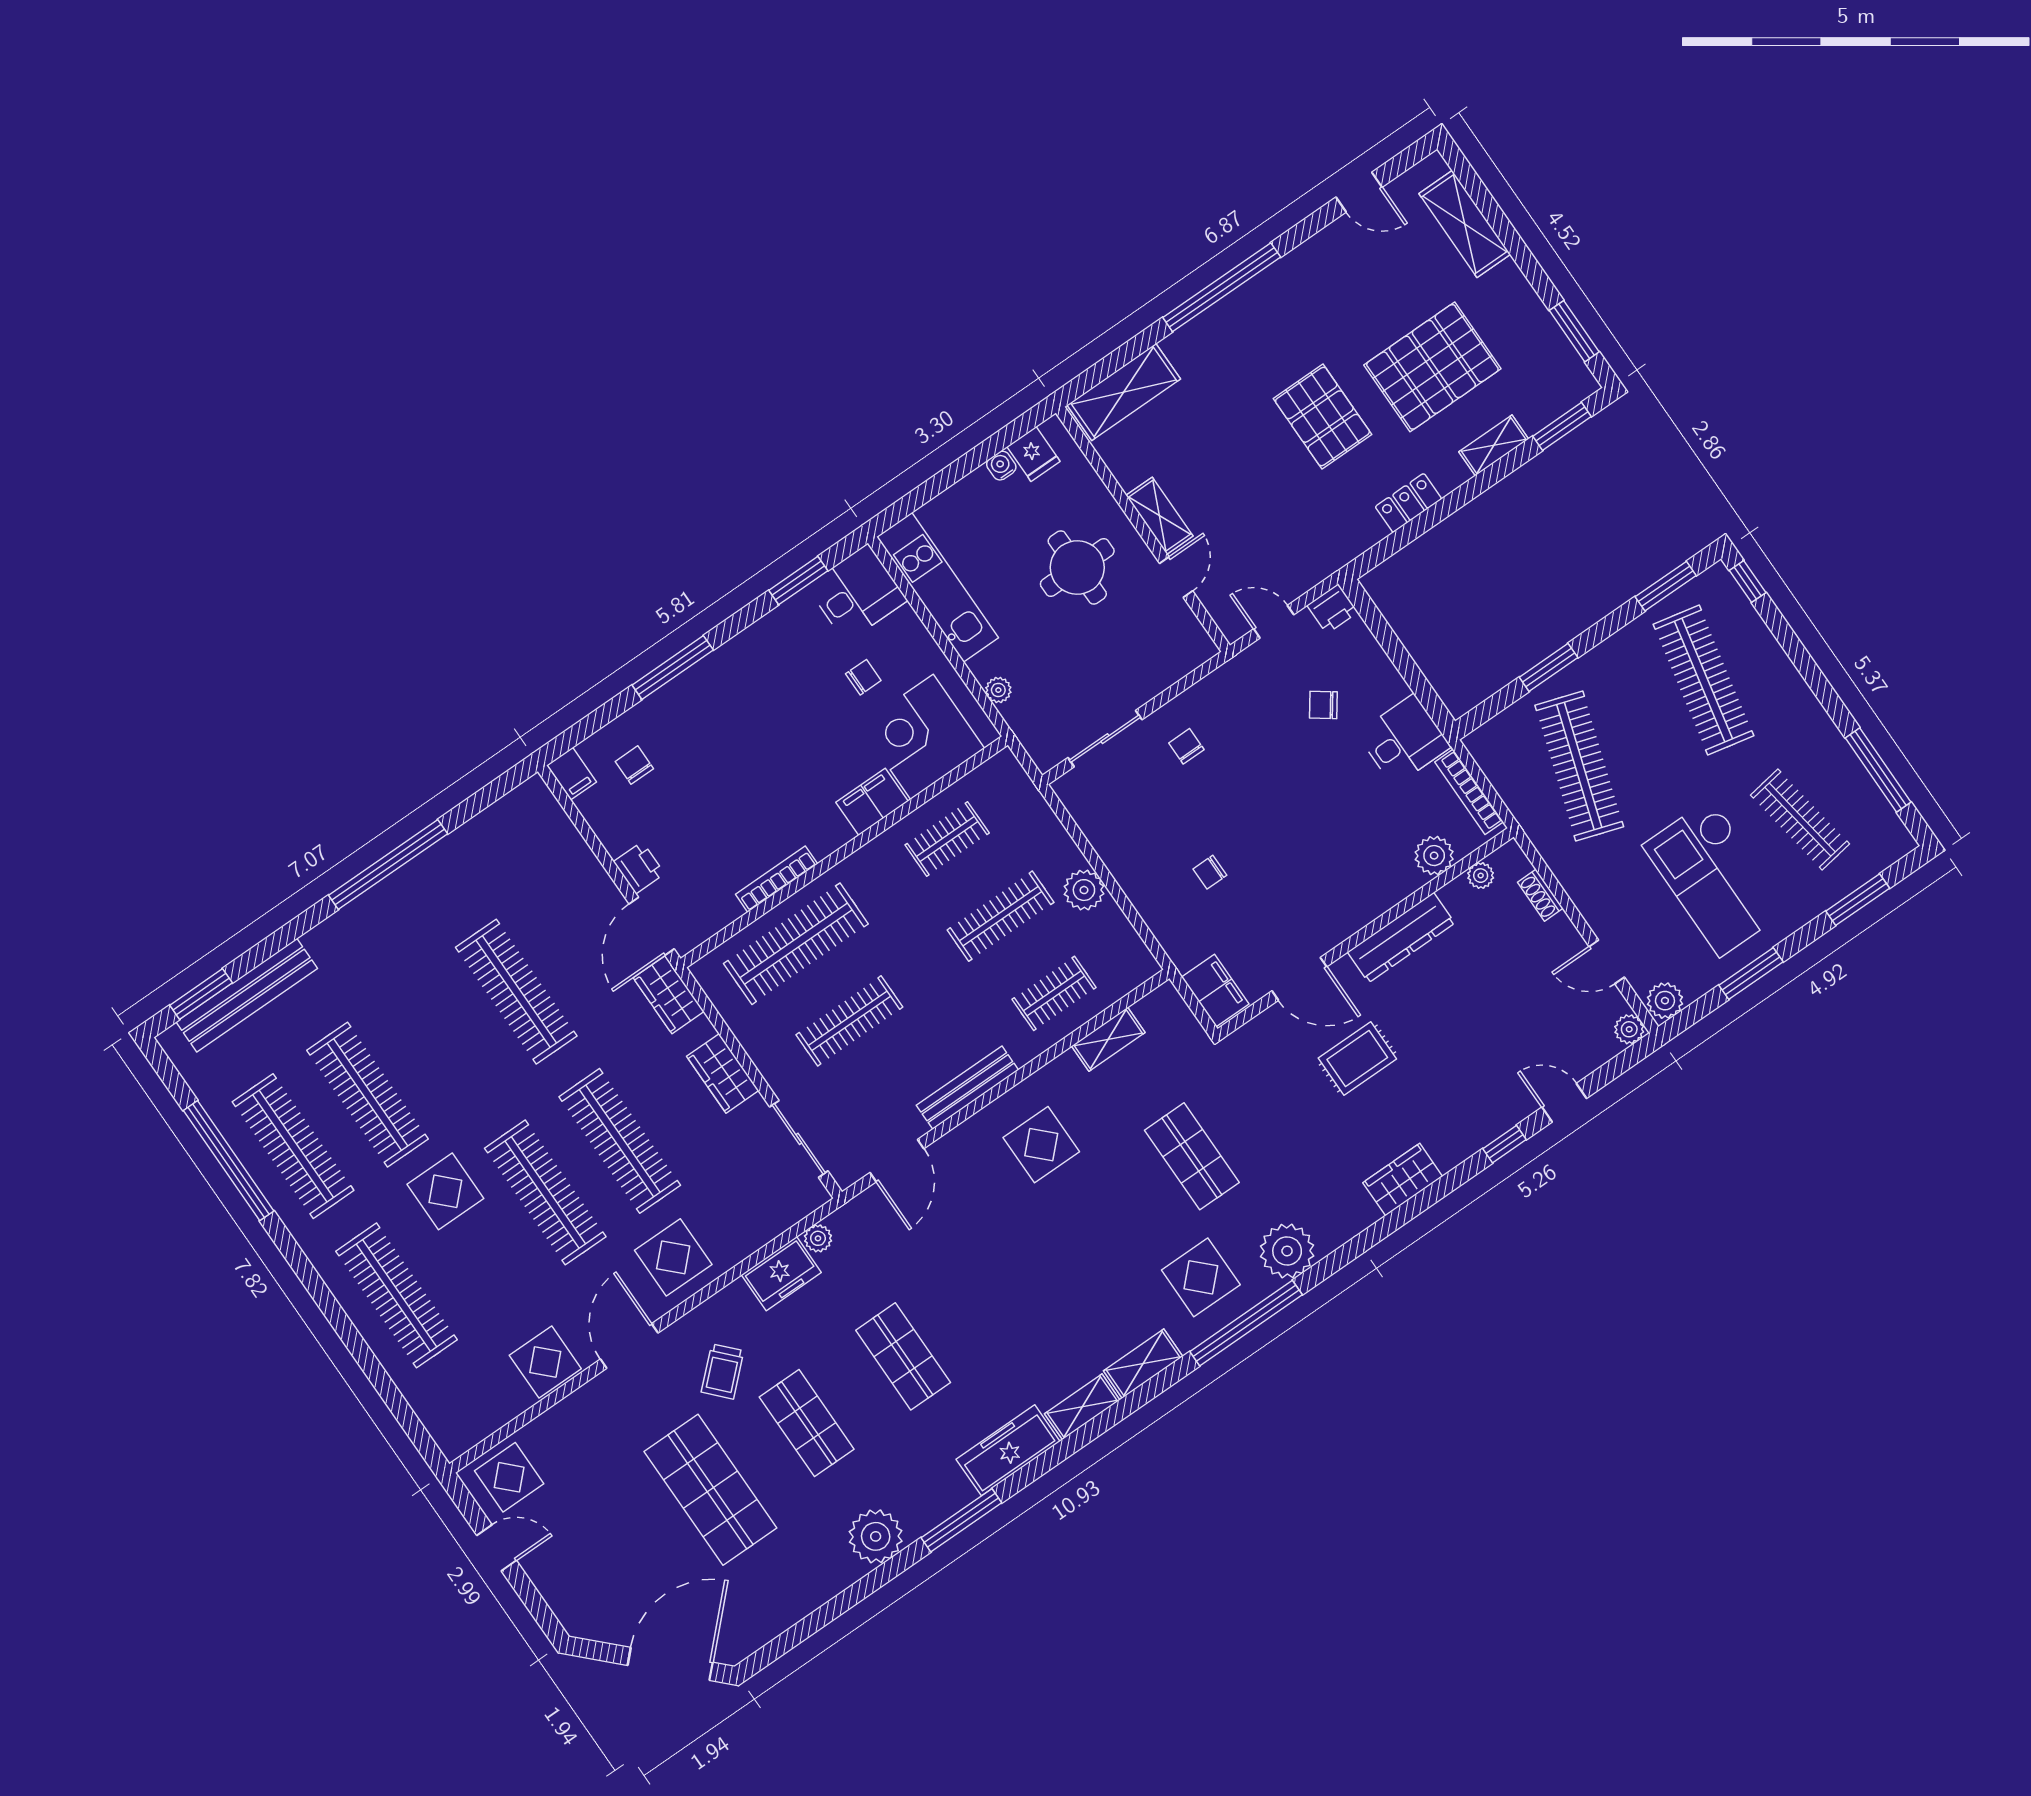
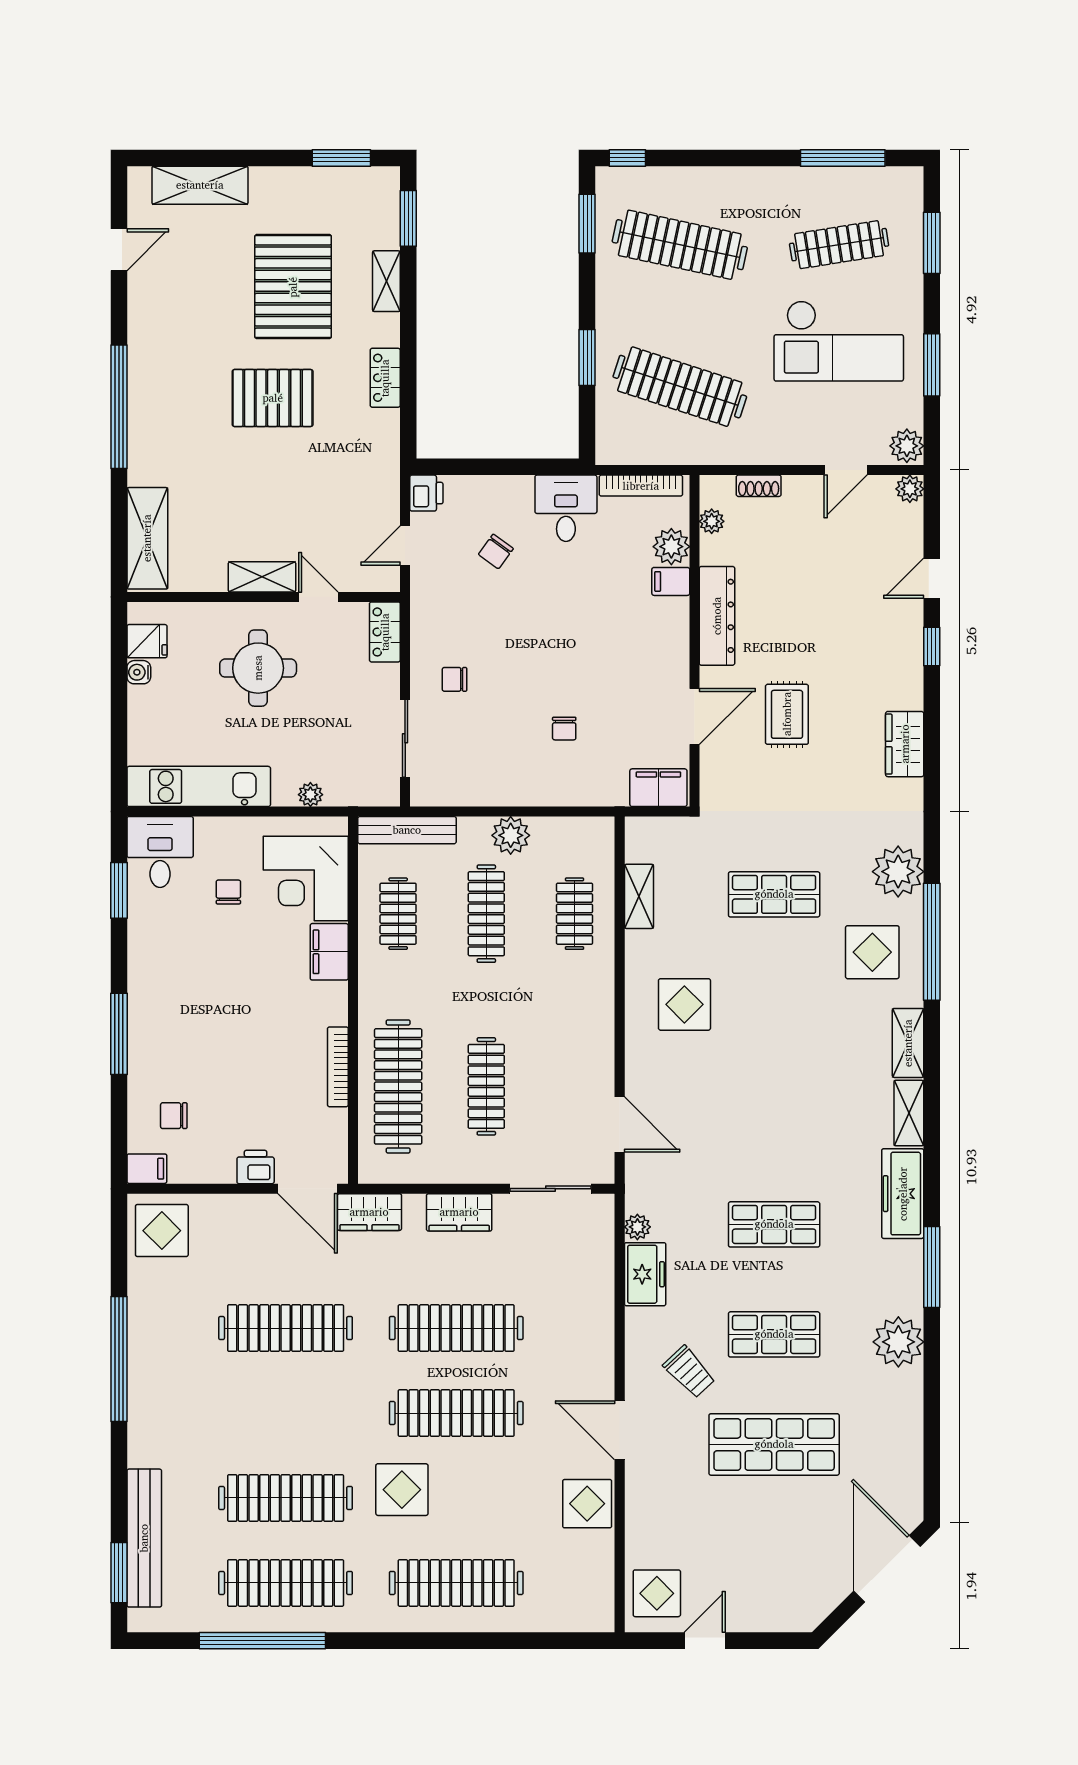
locker: (1186, 657) -> (385, 632), added
filing cabinet: (1403, 876) -> (671, 581), added
bench: (967, 1088) -> (407, 830), moved, turned 90
display table: (673, 1257) -> (162, 1231), moved

